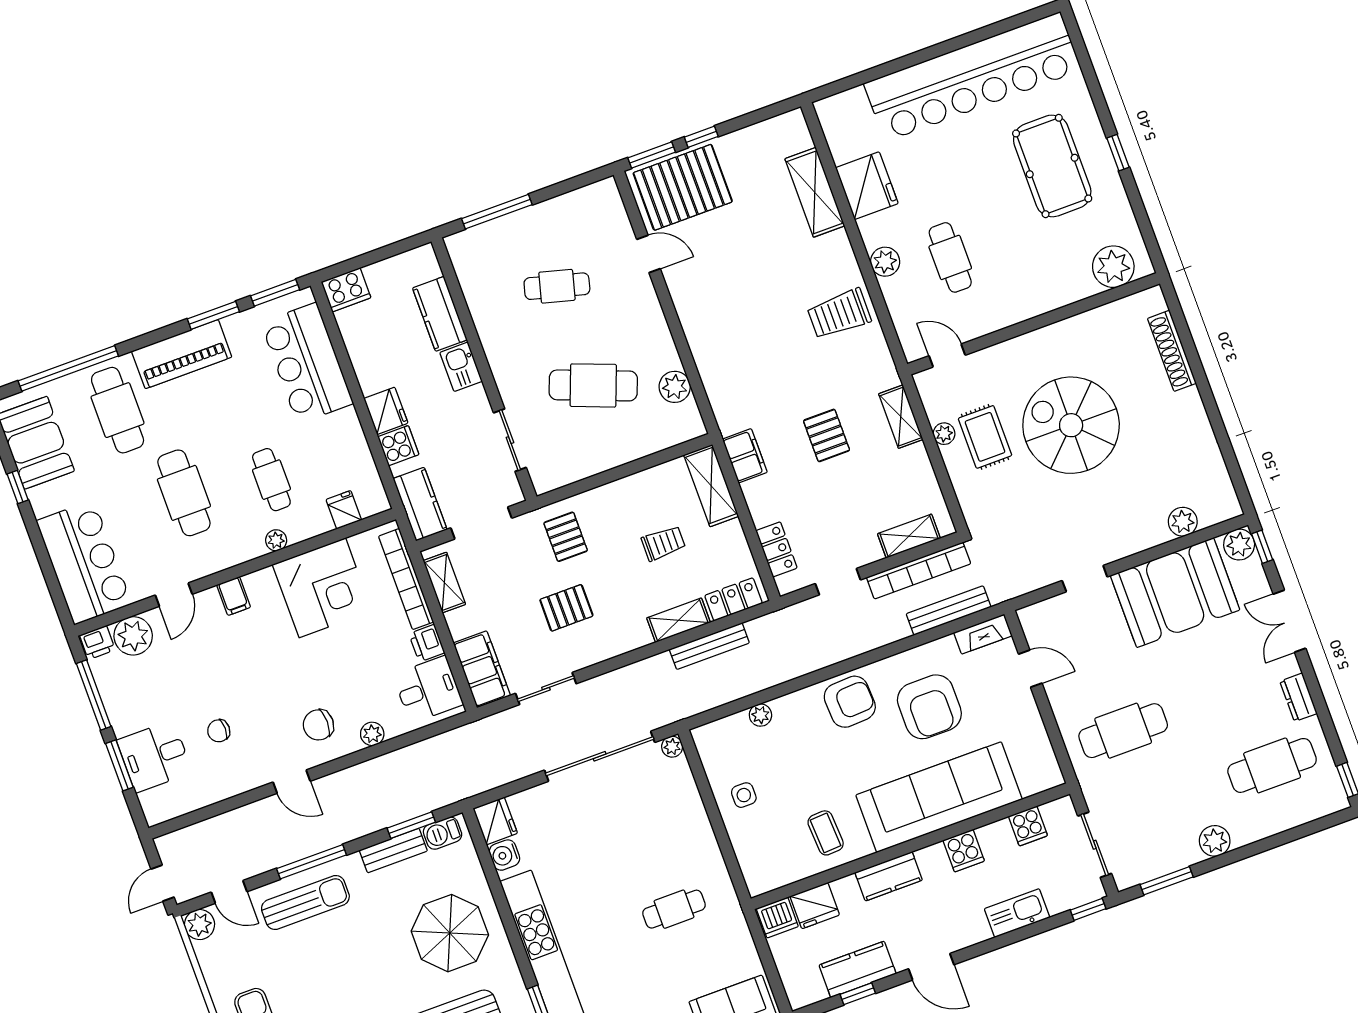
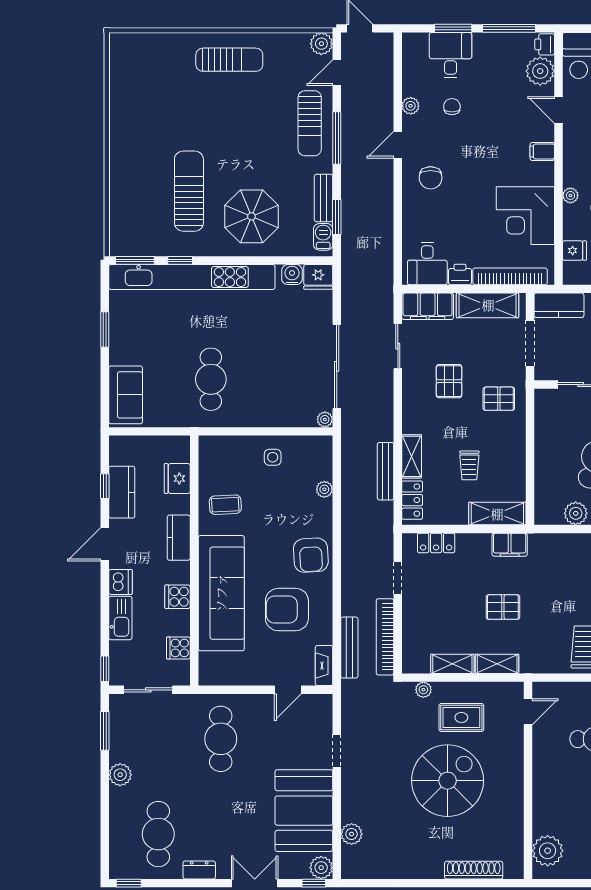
plant: (944, 434) -> (423, 690), moved
shelving: (909, 536) -> (452, 664), moved, turned 90
shelving: (444, 582) -> (488, 305), width x1.50, depth x1.33
chair: (318, 725) -> (431, 178), turned 180
plant: (372, 734) -> (411, 106), moved
cafe table: (674, 909) -> (211, 379), width x1.37, depth x1.35
dishwasher: (777, 918) -> (120, 582), moved, turned 180

